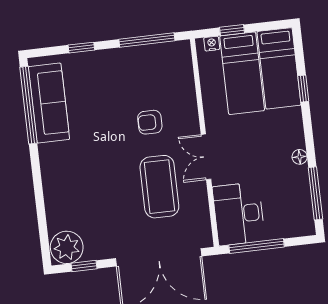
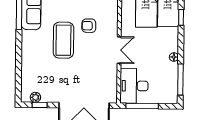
double door: (206, 157) -> (119, 50), swing flipped
coffee table: (159, 187) -> (63, 40), moved
plant: (67, 247) -> (35, 97), width x0.53, depth x0.53

